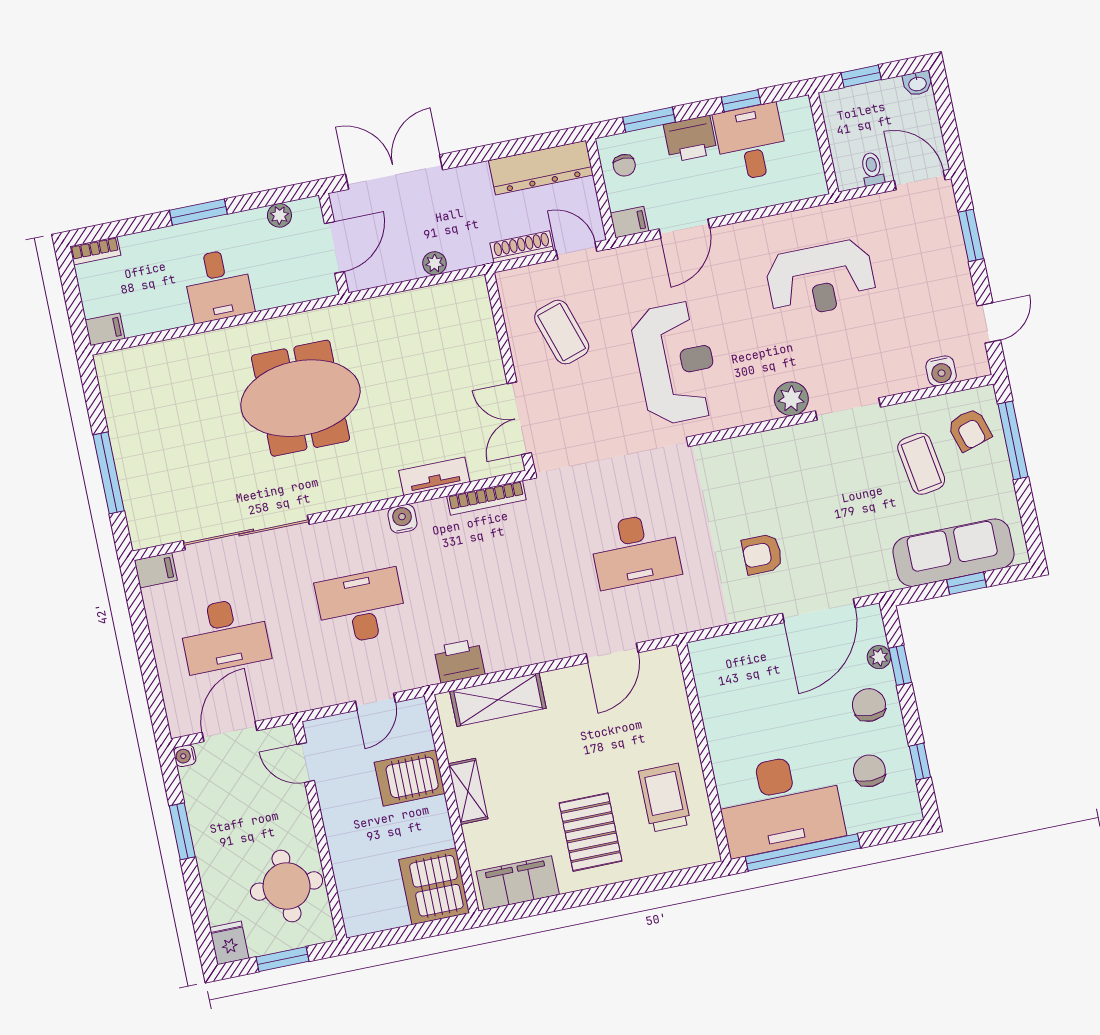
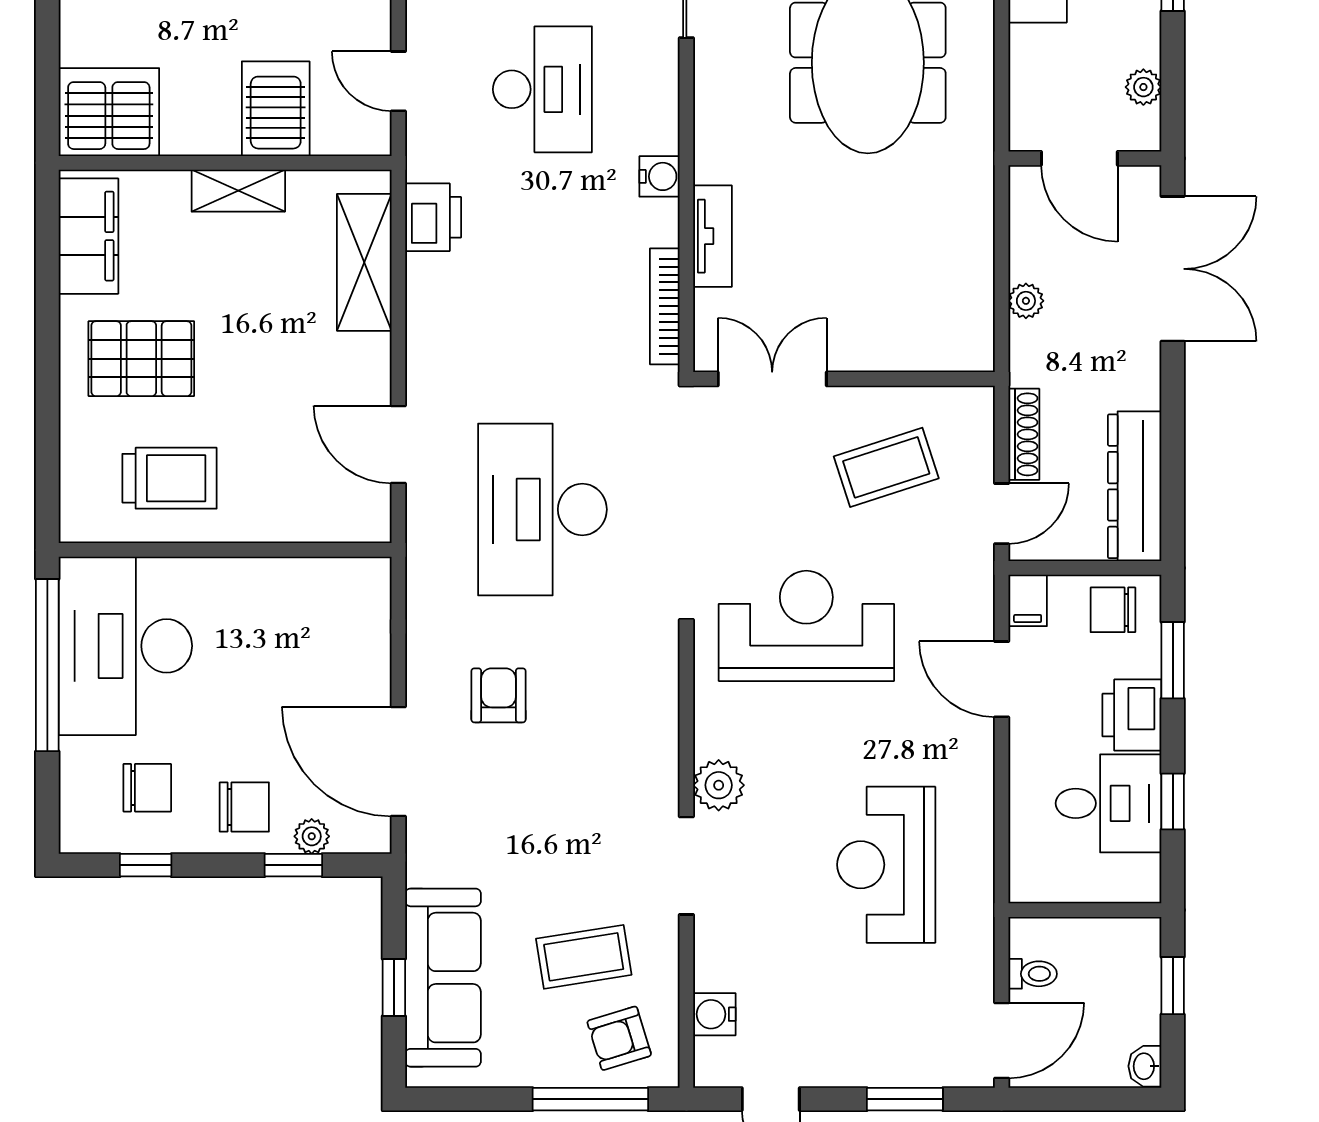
chair: (624, 165) -> (1113, 610), width x1.37, depth x1.37
reception desk: (676, 363) -> (806, 626), turned 180
desk: (635, 550) -> (542, 509), width x1.36, depth x1.30

